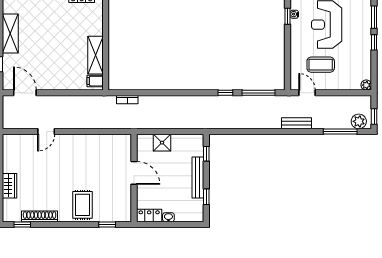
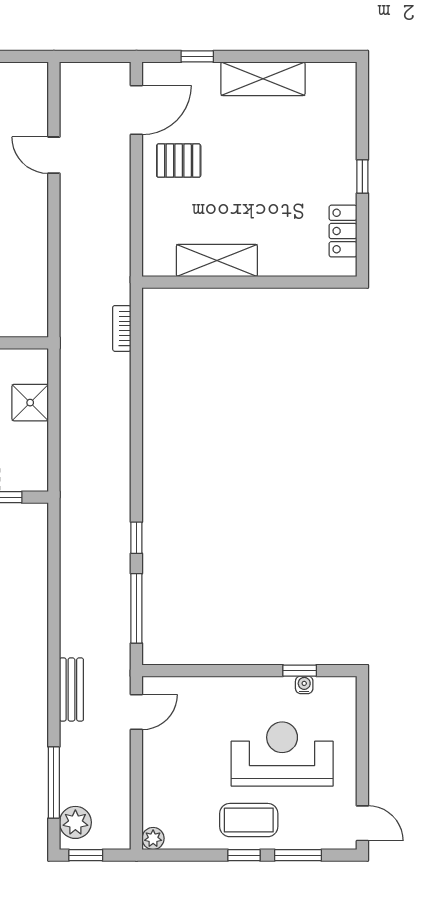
coffee table: (321, 65) -> (249, 820), moved, turned 90
pallet: (49, 73) -> (179, 161), added
filing cabinet: (95, 81) -> (162, 260), removed

